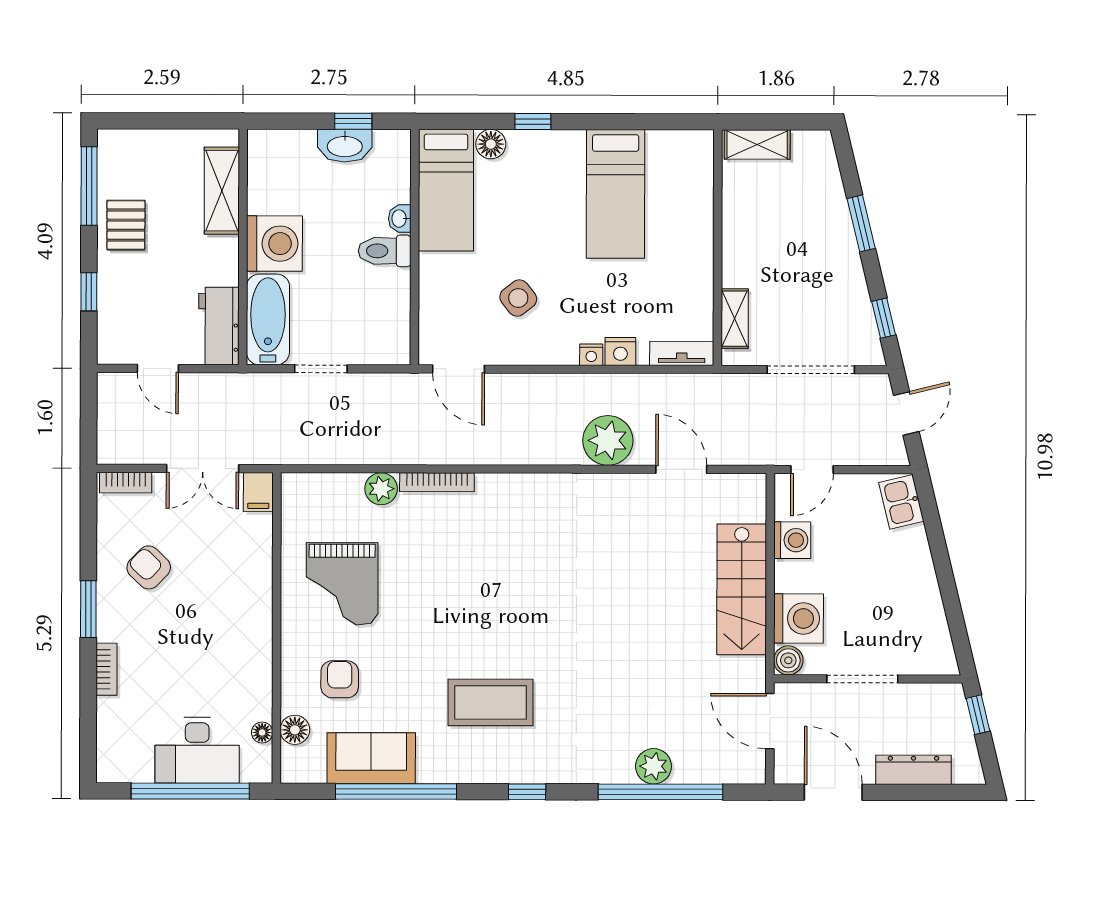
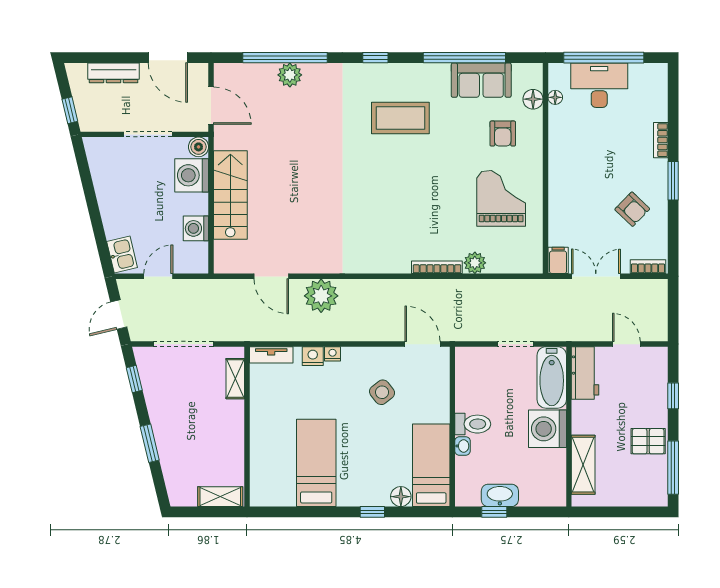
pallet: (126, 225) -> (648, 441), turned 90
door: (812, 470) -> (158, 276), moved

